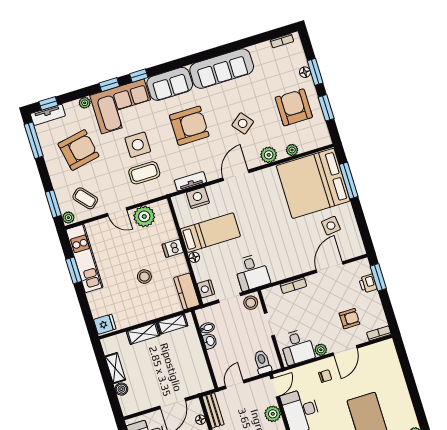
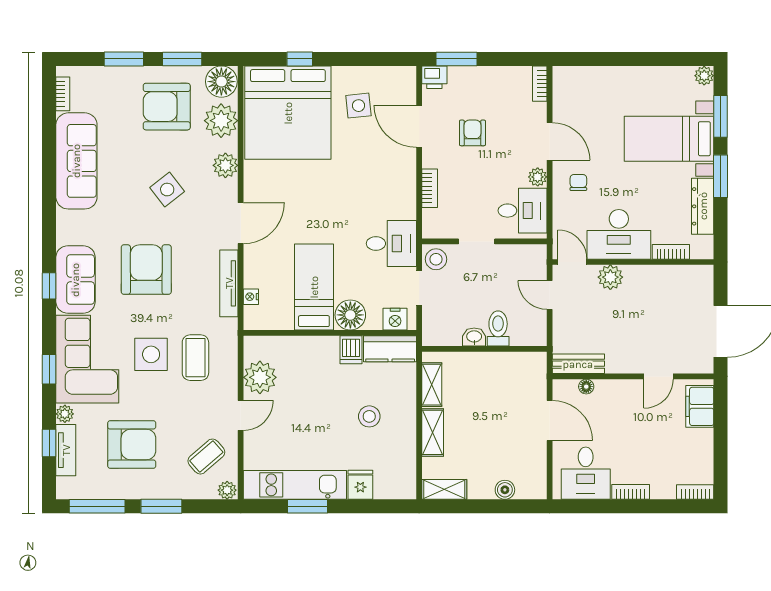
sofa: (222, 69) -> (76, 161), moved
floor lamp: (305, 72) -> (221, 82), moved, width x1.89, depth x1.89
window: (139, 76) -> (49, 286), moved
window: (48, 103) -> (49, 443), moved
tv unit: (48, 115) -> (66, 450), moved
armchair: (78, 150) -> (132, 444), turned 101
plant: (292, 150) -> (221, 121), width x1.88, depth x1.88
door: (236, 175) -> (241, 223), swing flipped
tv unit: (190, 181) -> (229, 283), width x1.41
window: (349, 181) -> (300, 59), width x0.46
nightstand: (198, 198) -> (251, 297), width x0.53, depth x0.56
window: (53, 204) -> (161, 506), moved
dishwasher: (173, 248) -> (351, 350), moved
floor lamp: (194, 257) -> (350, 315), width x1.89, depth x1.89
stool: (144, 277) -> (369, 416), moved
printer: (368, 283) -> (434, 77), moved
armchair: (349, 319) -> (472, 133), moved
fridge: (105, 324) -> (360, 485), moved
bidet: (207, 328) -> (453, 335), removed
toilet: (262, 362) -> (498, 328), moved, turned 90
shelving: (115, 368) -> (444, 489), moved
door: (235, 384) -> (550, 295), moved

